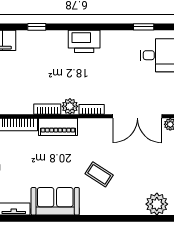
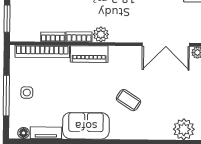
bookcase: (92, 109) -> (53, 37), moved

